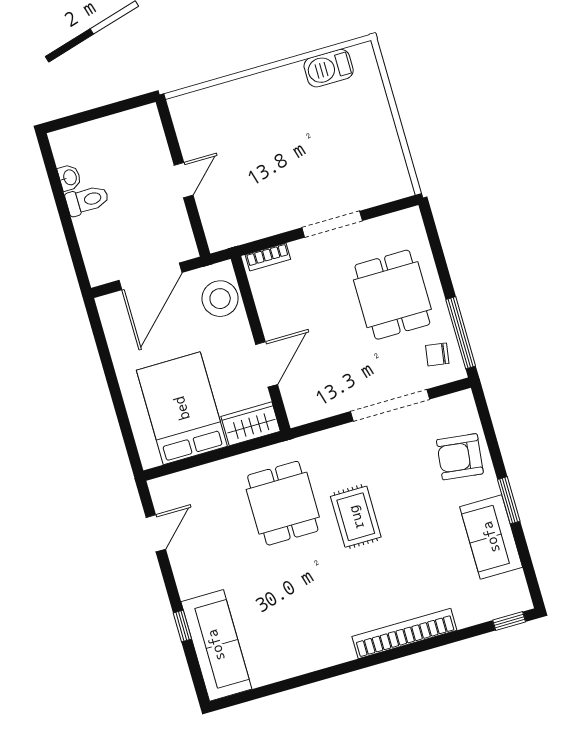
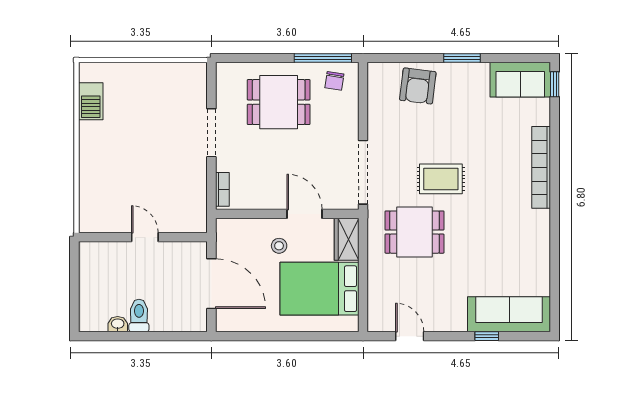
stool: (220, 299) -> (279, 246), moved, width x0.53, depth x0.53
doorway: (390, 405) -> (363, 172), moved
sofa: (491, 537) -> (520, 80), moved

